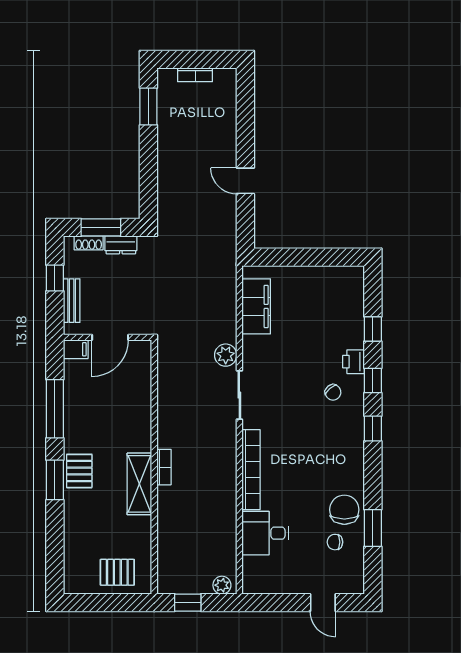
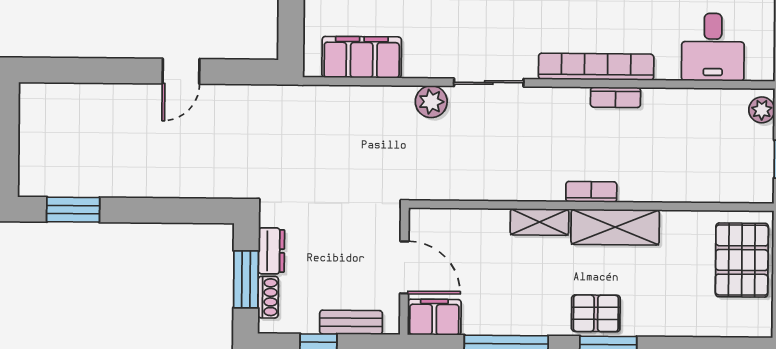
bookcase: (195, 75) -> (616, 97), moved, turned 90
filing cabinet: (76, 349) -> (434, 317), width x2.00
shelving: (143, 431) -> (539, 222), added
desk: (265, 533) -> (713, 47), moved
pallet: (117, 572) -> (742, 260), width x1.50, depth x1.42

